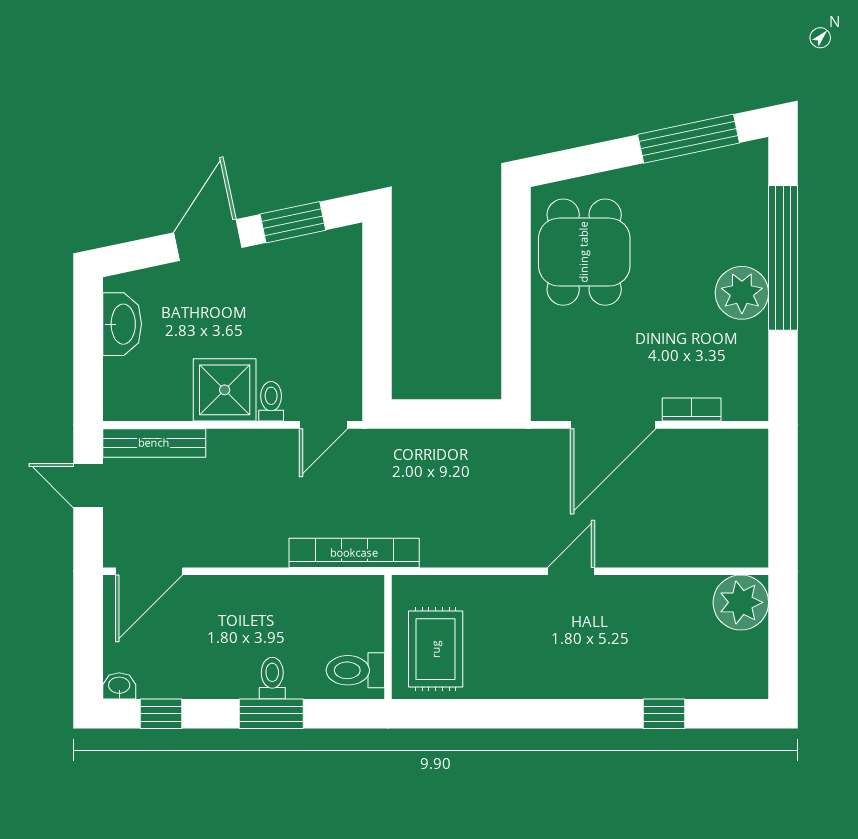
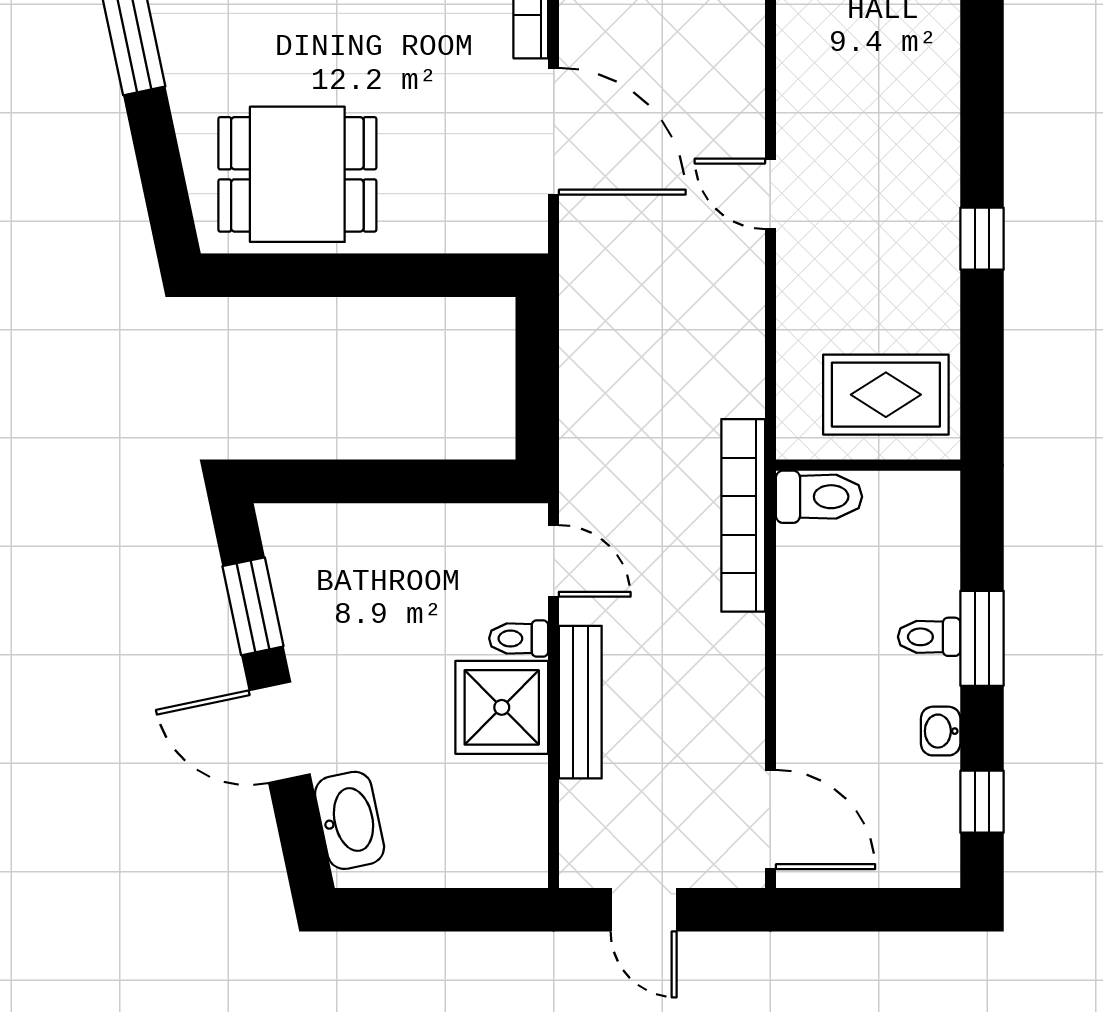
washbasin: (122, 324) -> (350, 820), moved, turned 78
bench: (154, 443) -> (580, 702), moved
door: (88, 486) -> (644, 910), hinge flipped
toilet: (355, 670) -> (819, 497), moved, turned -90
washbasin: (119, 686) -> (941, 731), moved
window: (664, 714) -> (982, 239), moved

